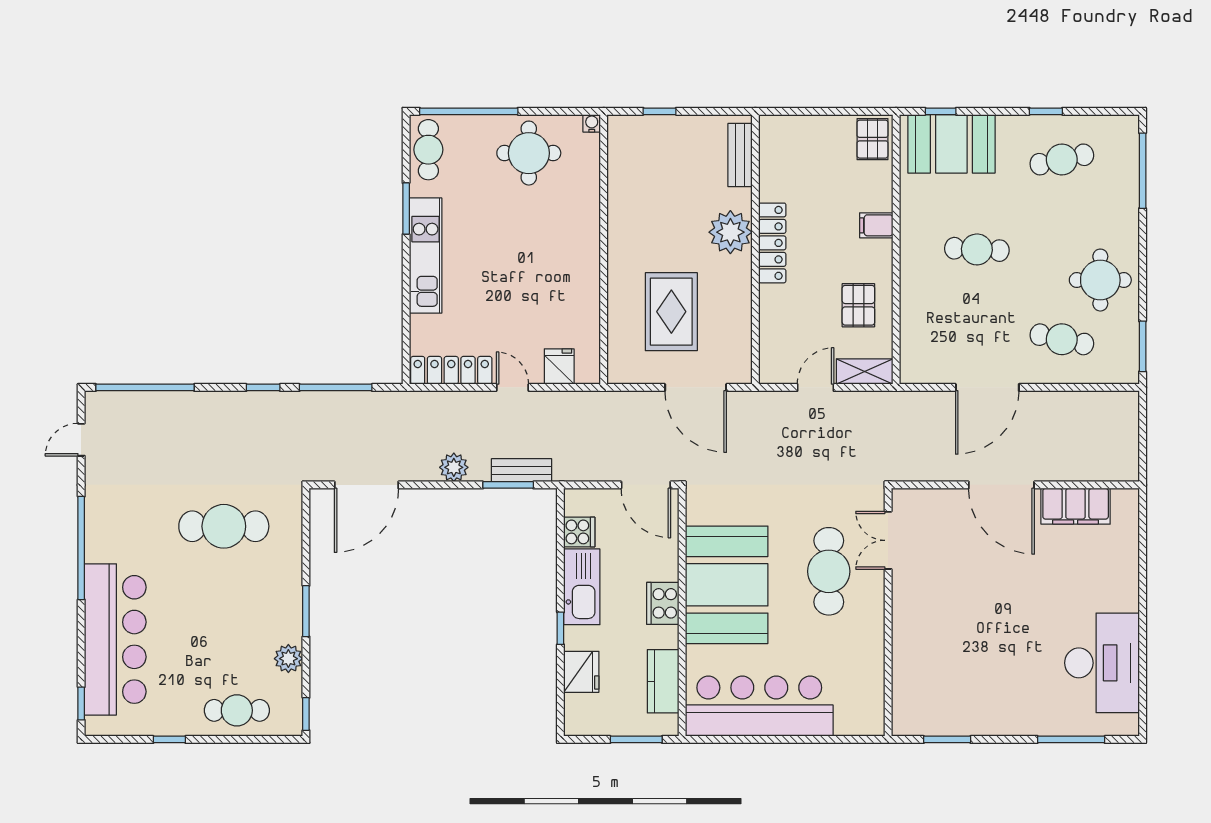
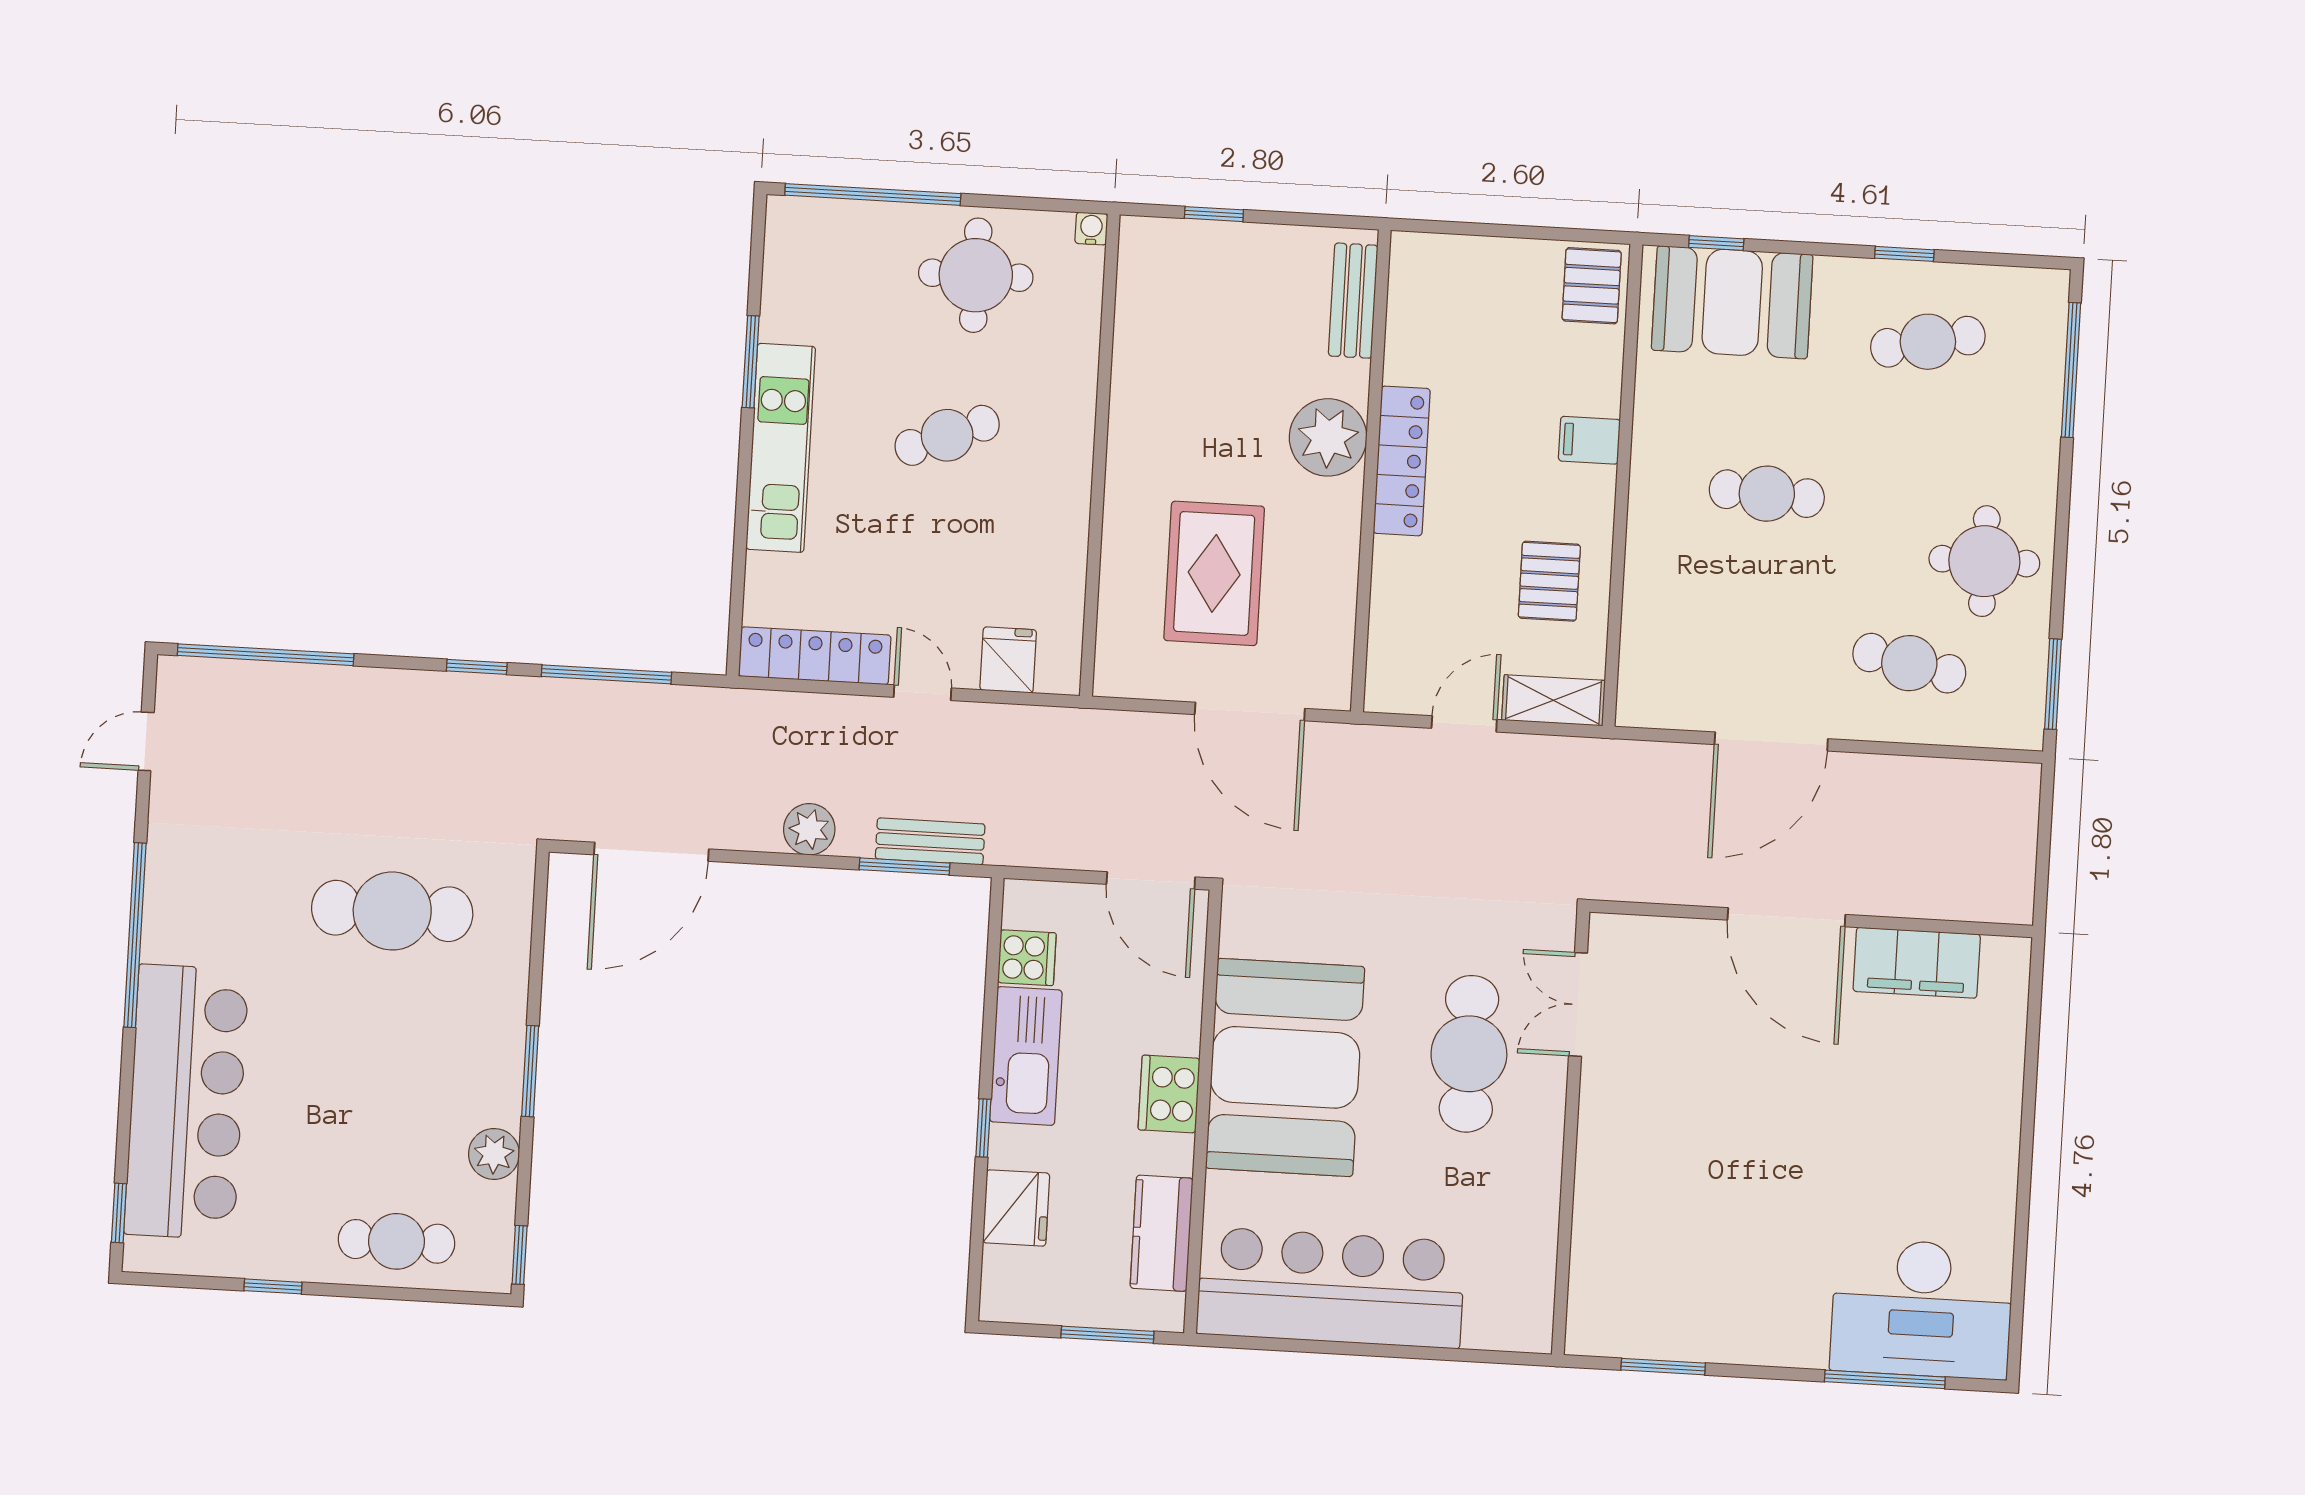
cafe table: (428, 150) -> (947, 435), moved, turned 68
desk: (1102, 663) -> (1922, 1309), moved, turned 90

